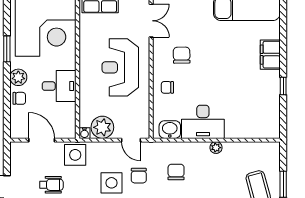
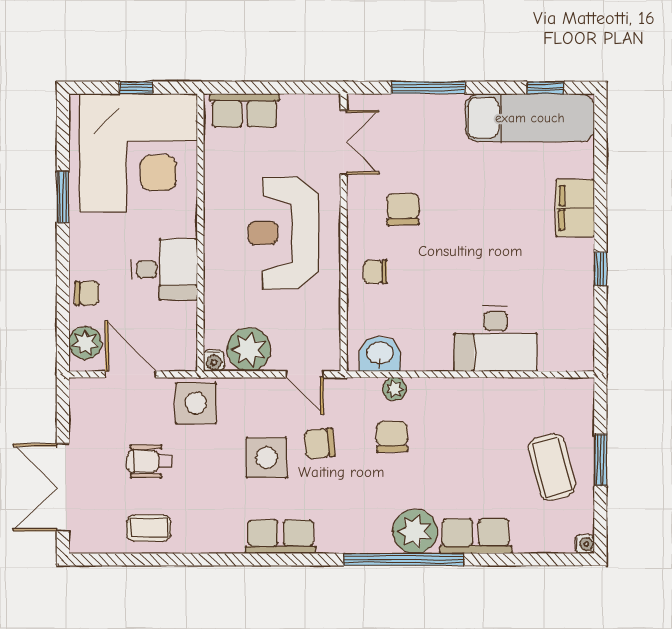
plant: (18, 77) -> (85, 343), moved
desk: (203, 122) -> (496, 339), moved
plant: (216, 148) -> (394, 389), moved
chair: (139, 176) -> (319, 444), turned 84
wheelchair: (51, 185) -> (149, 461), turned 180

